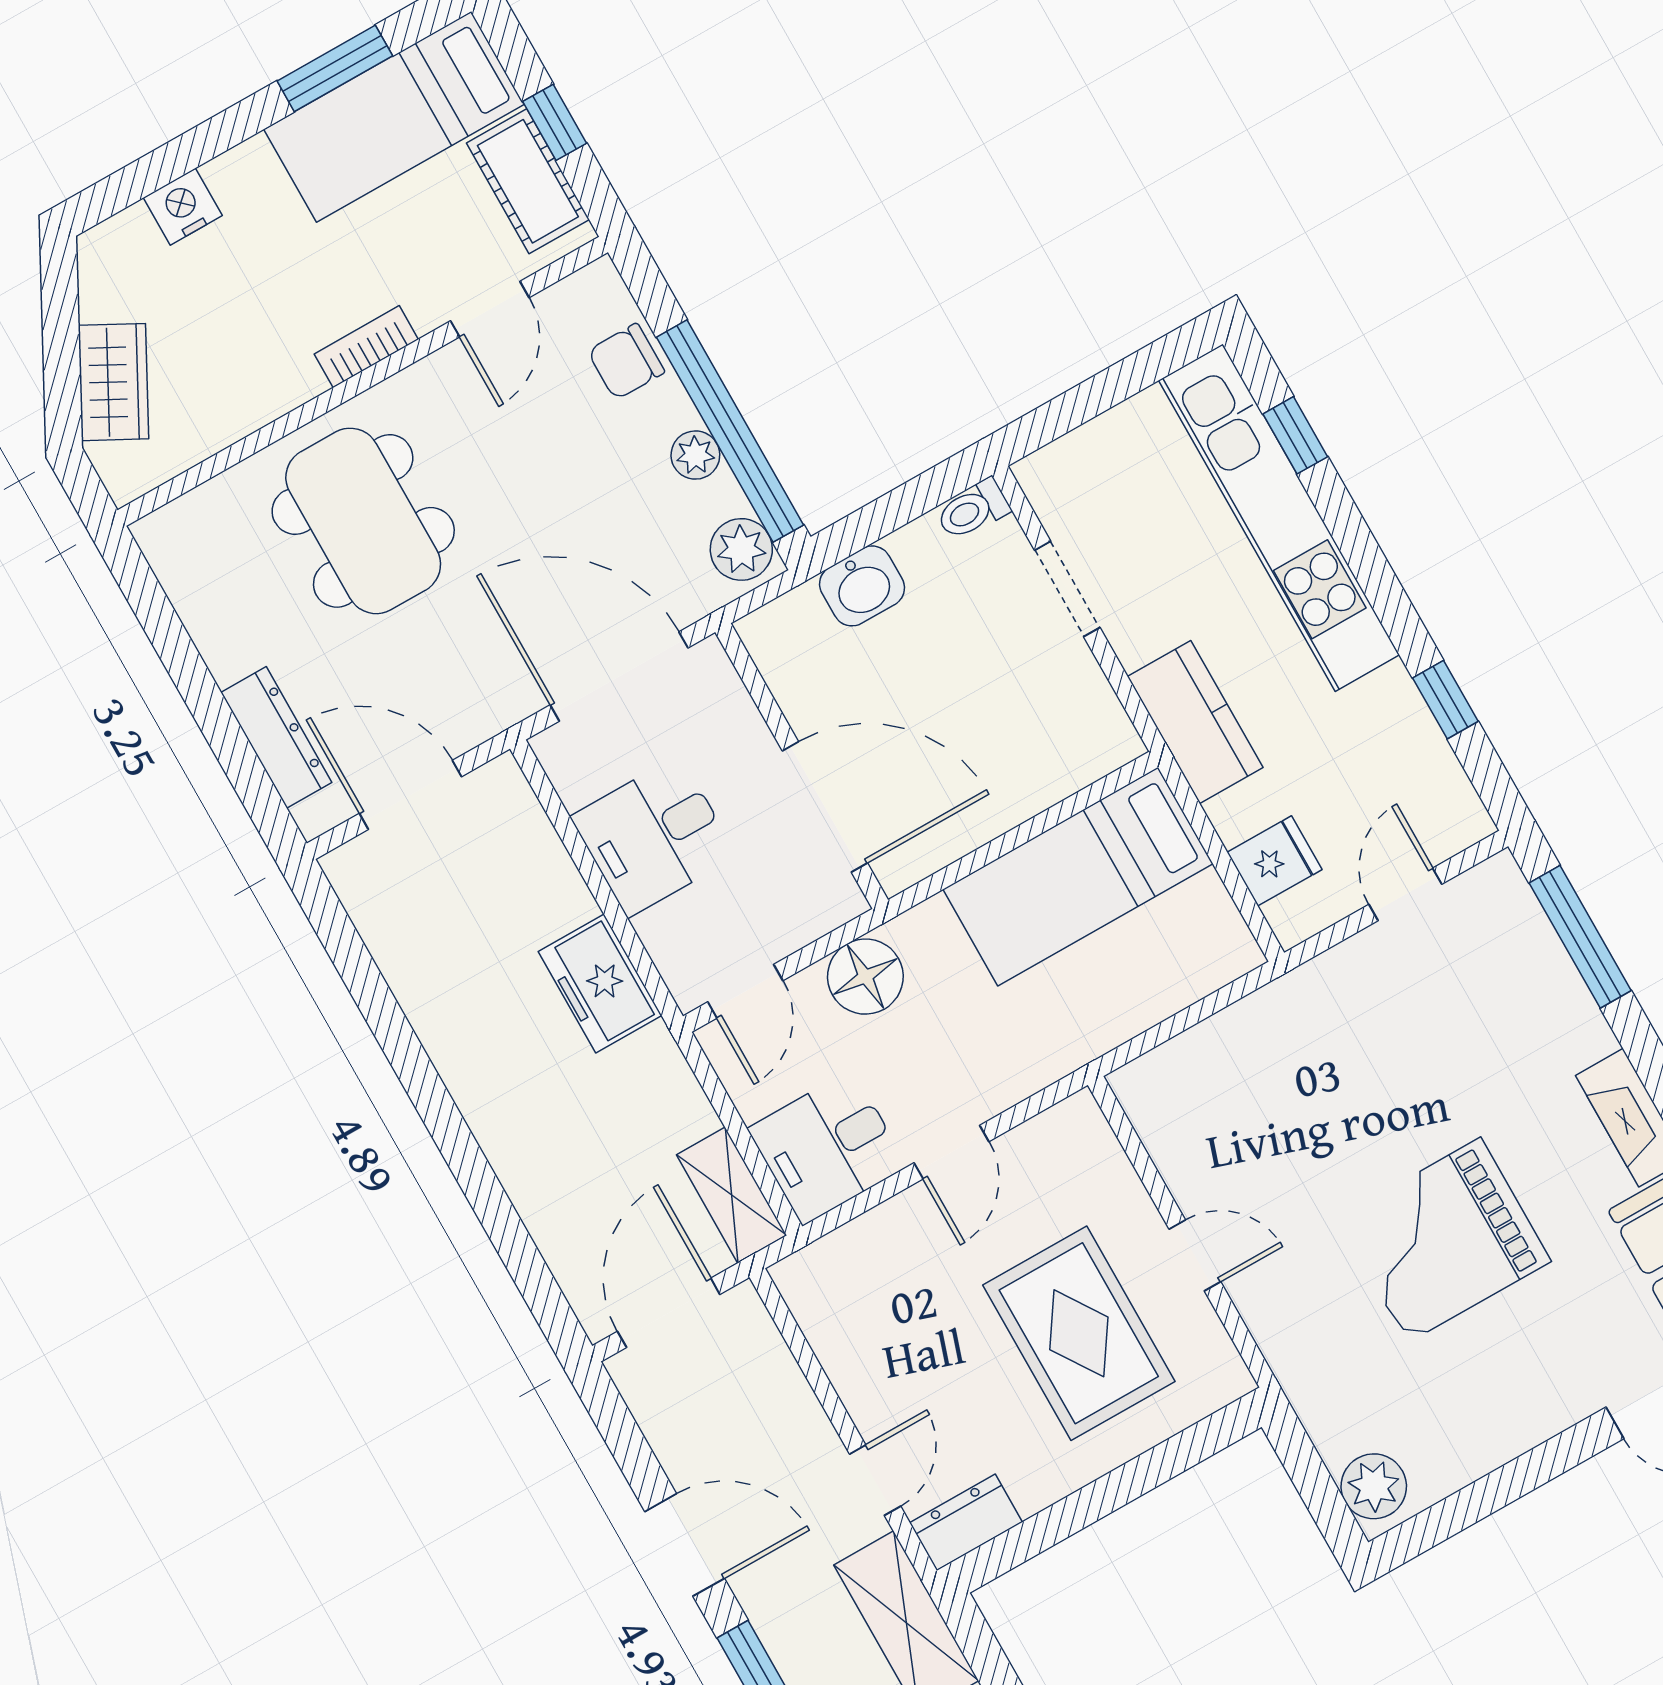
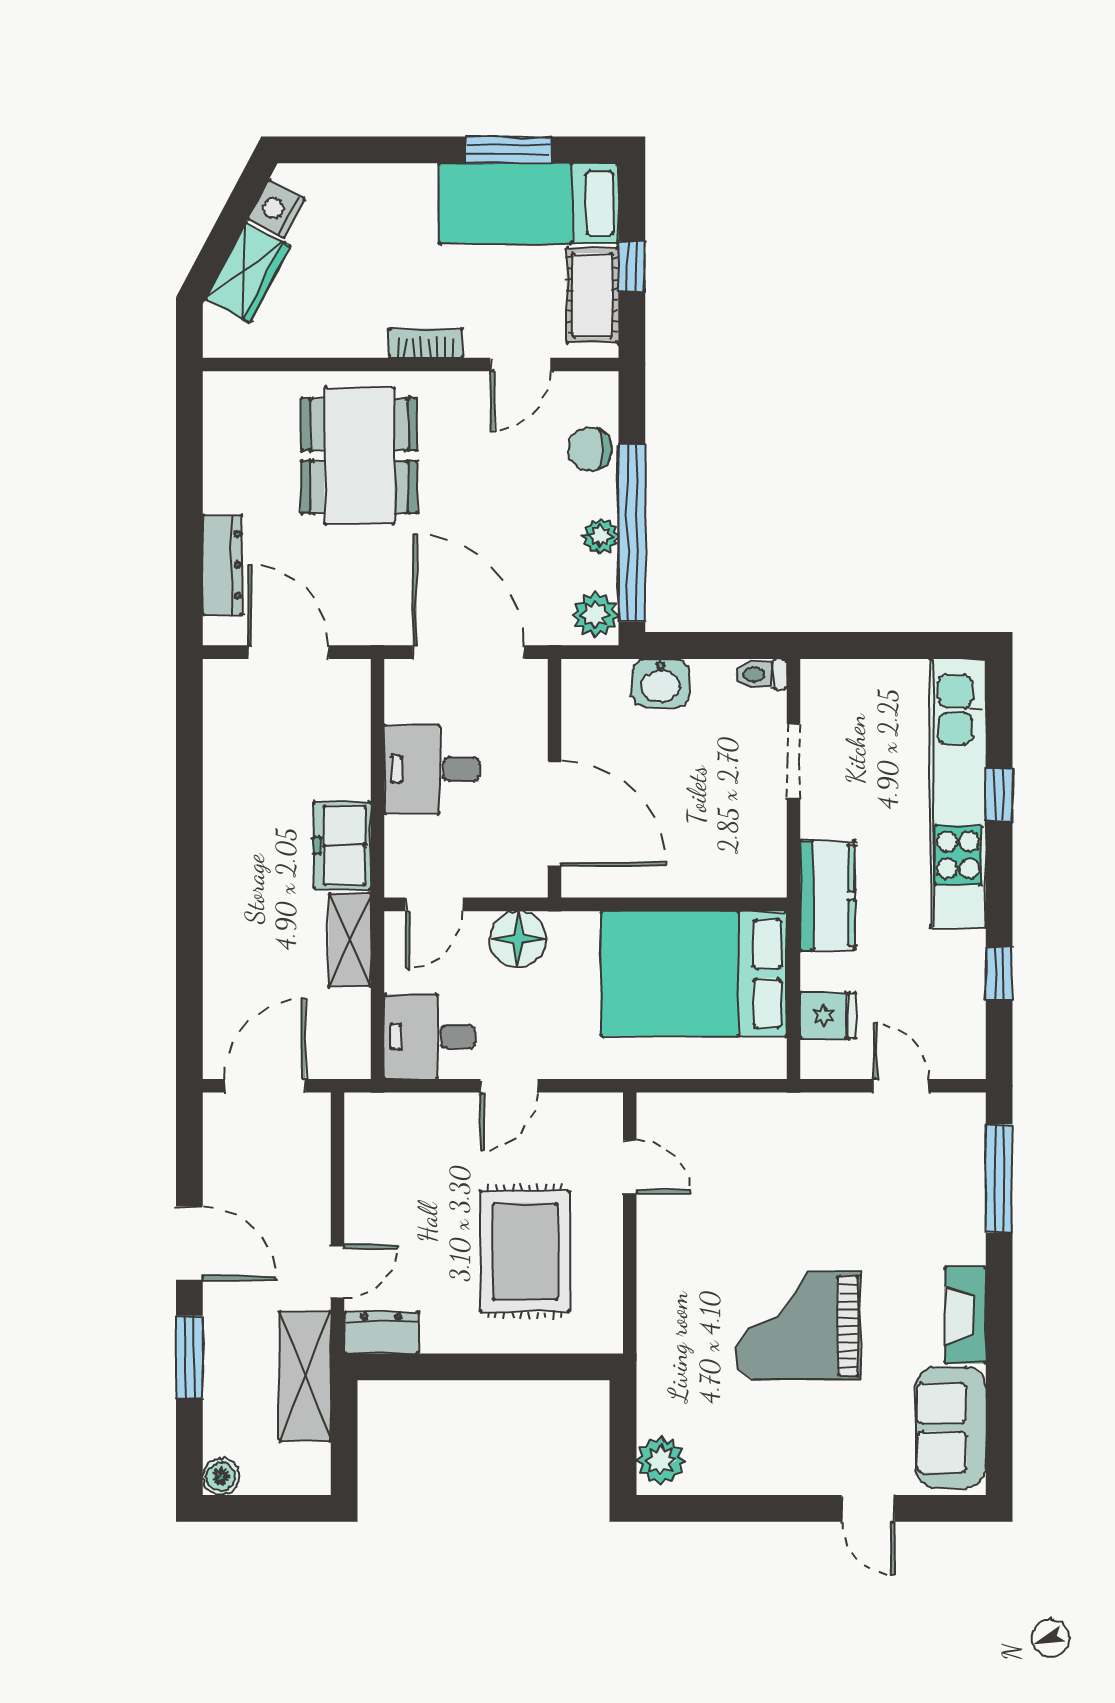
nightstand: (183, 207) -> (276, 209), moved, turned -62
window: (1295, 435) -> (999, 795), moved
bed: (1078, 876) -> (694, 974), width x1.50
door: (1405, 894) -> (901, 1086), hinge flipped
shelving: (732, 1195) -> (350, 940), moved
door: (1195, 1255) -> (630, 1167), moved

